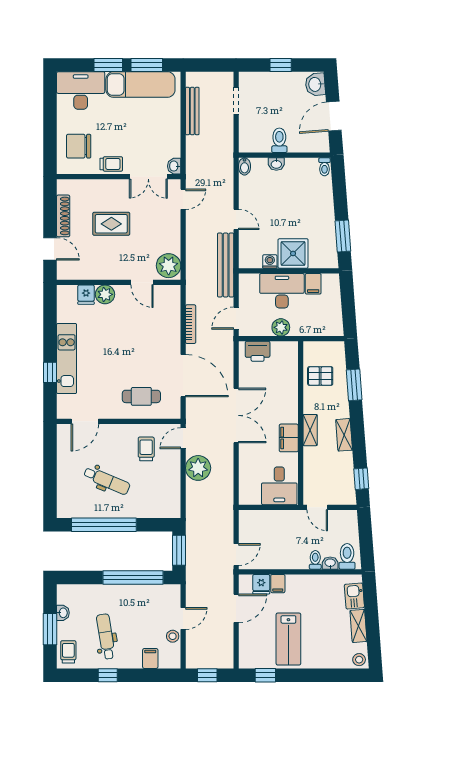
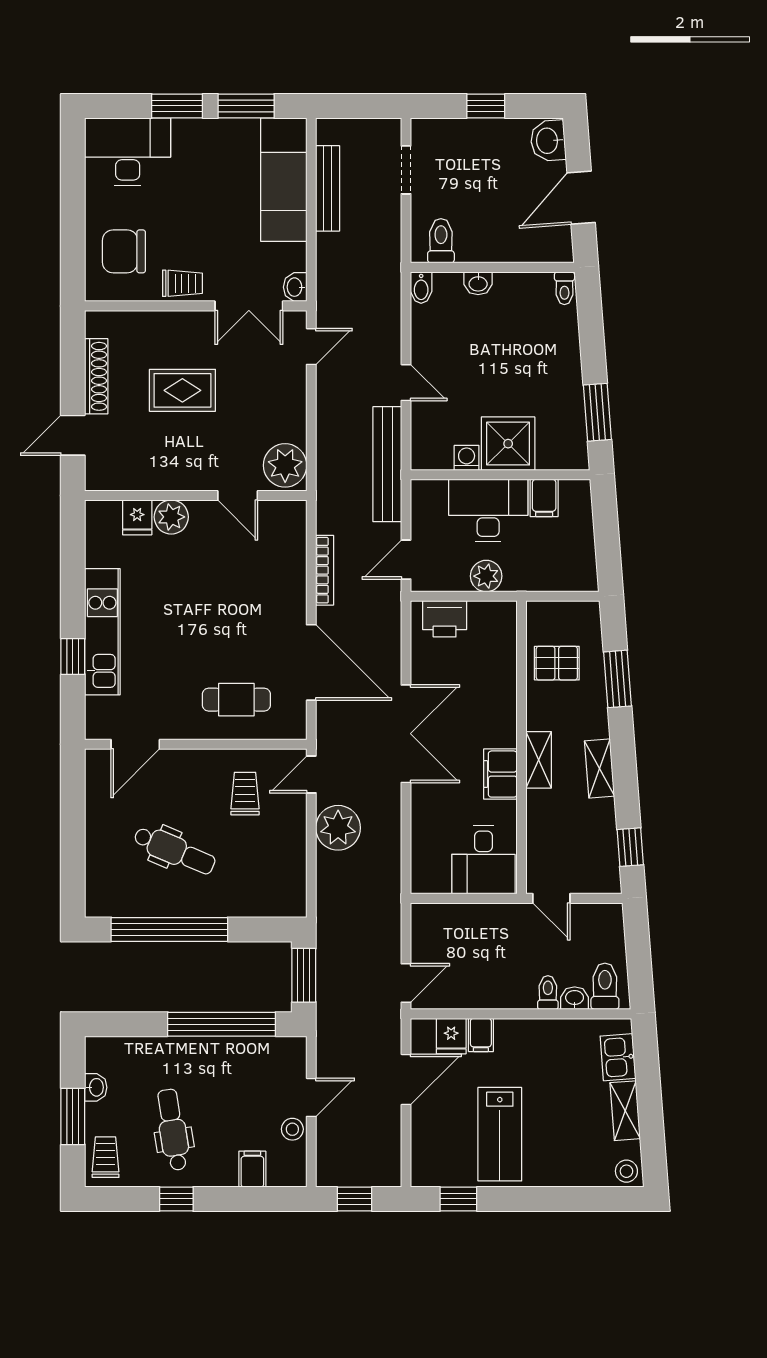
exam couch: (140, 85) -> (284, 180), moved, turned 90
toilet: (279, 140) -> (441, 241), moved
door: (50, 249) -> (73, 435), swing flipped

